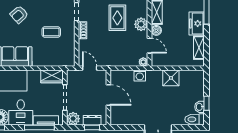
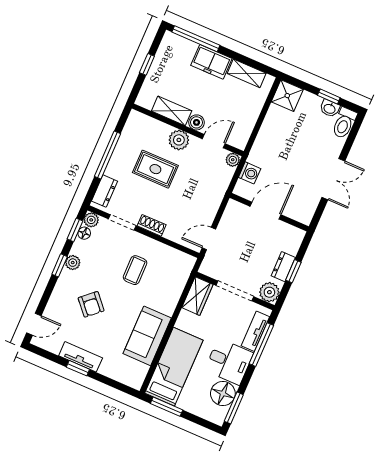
shower: (171, 78) -> (287, 96), moved
door: (108, 95) -> (265, 211), moved
wall: (108, 98) -> (269, 212), moved

